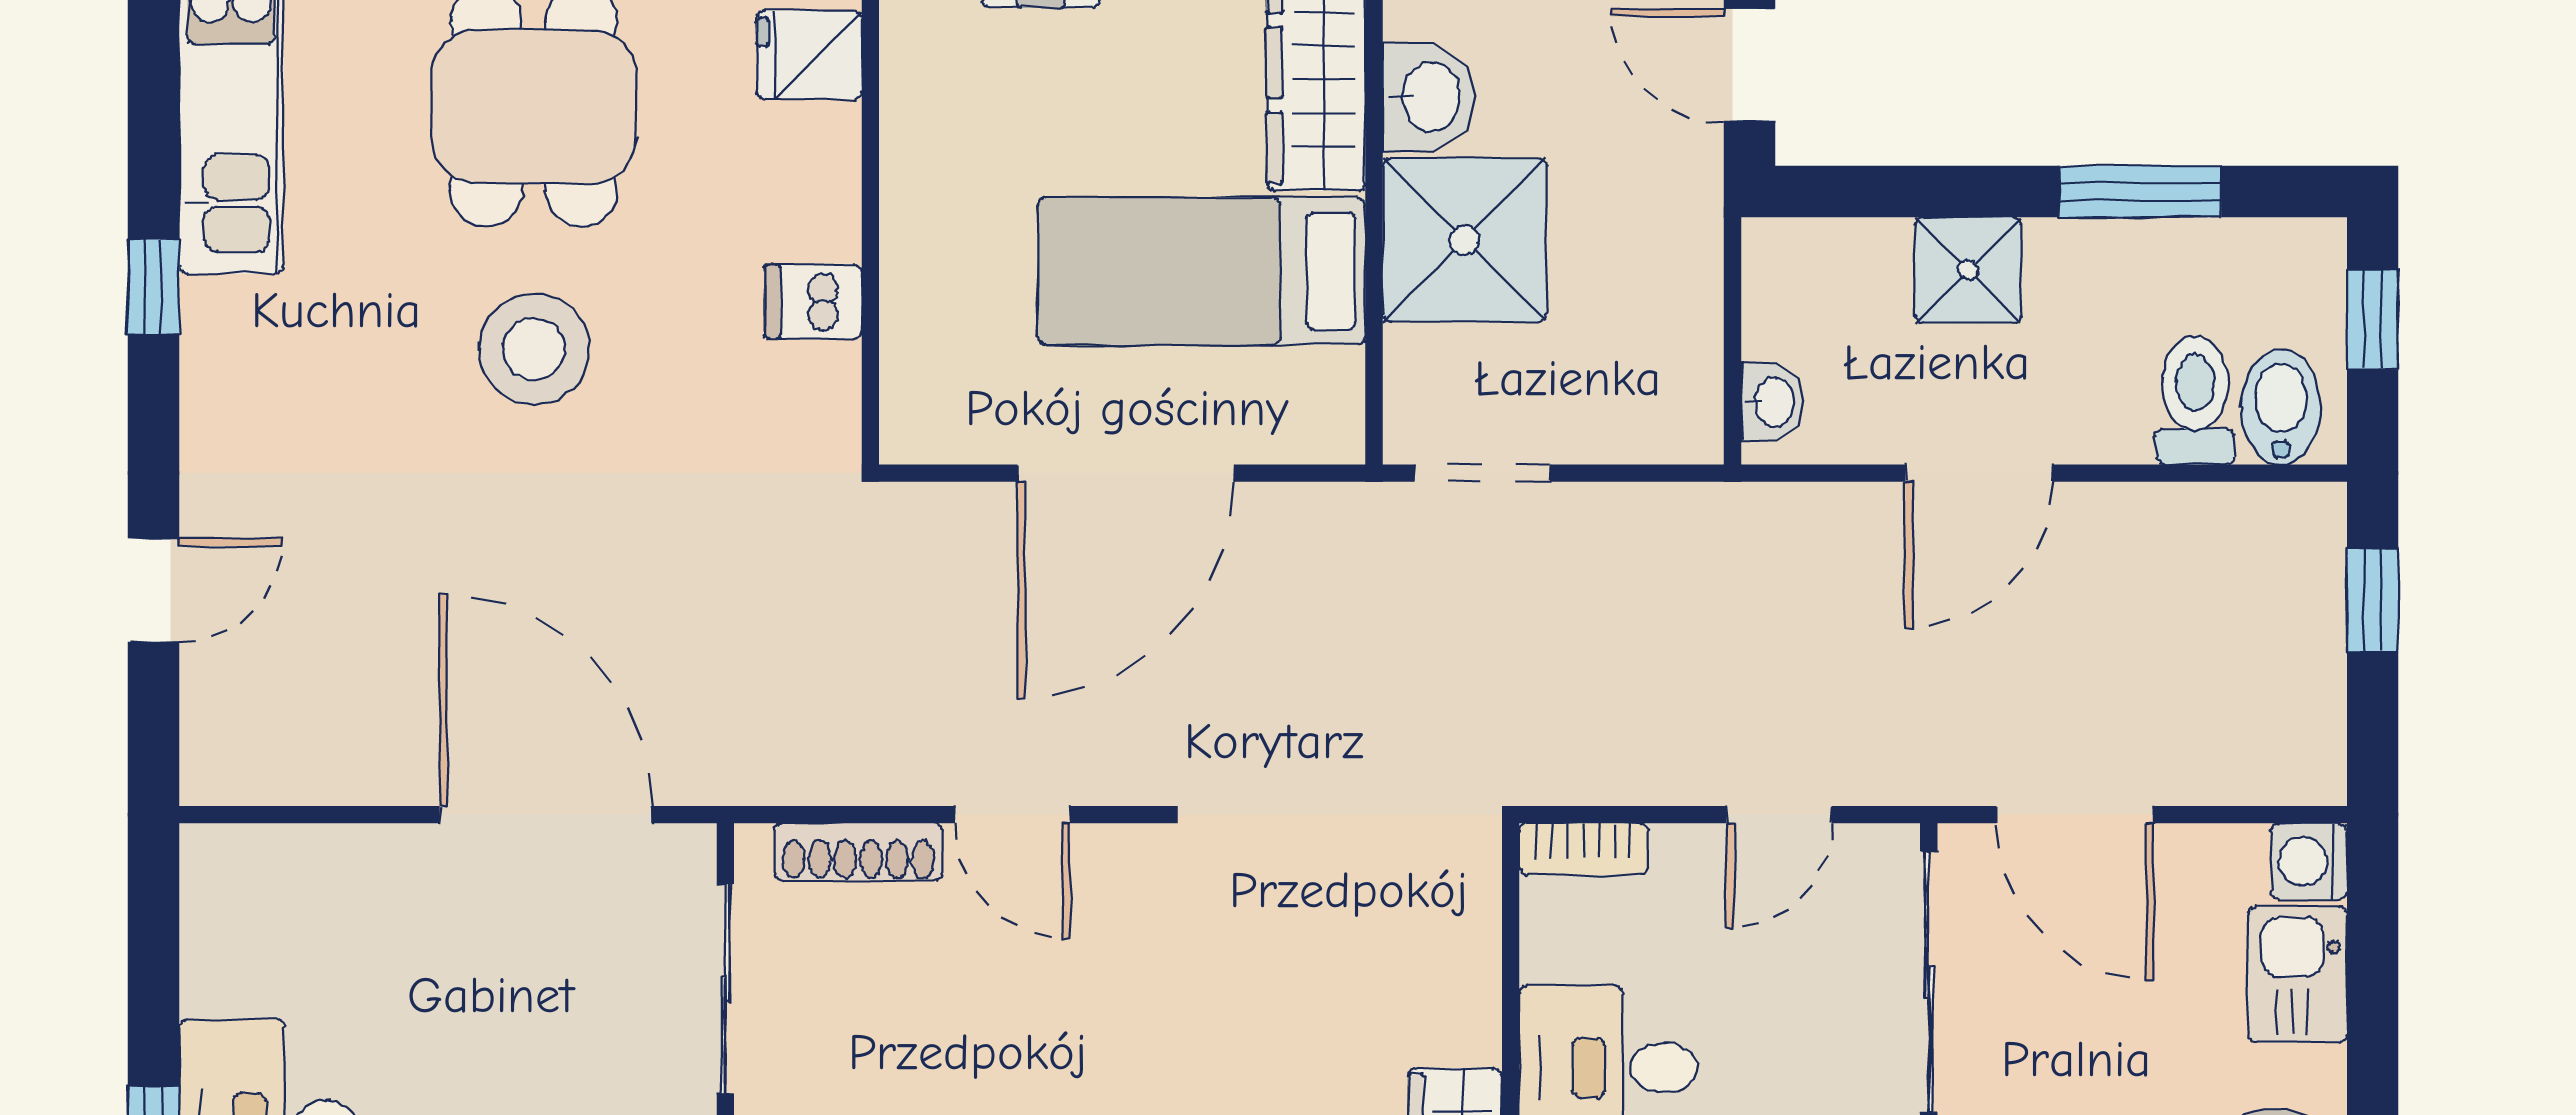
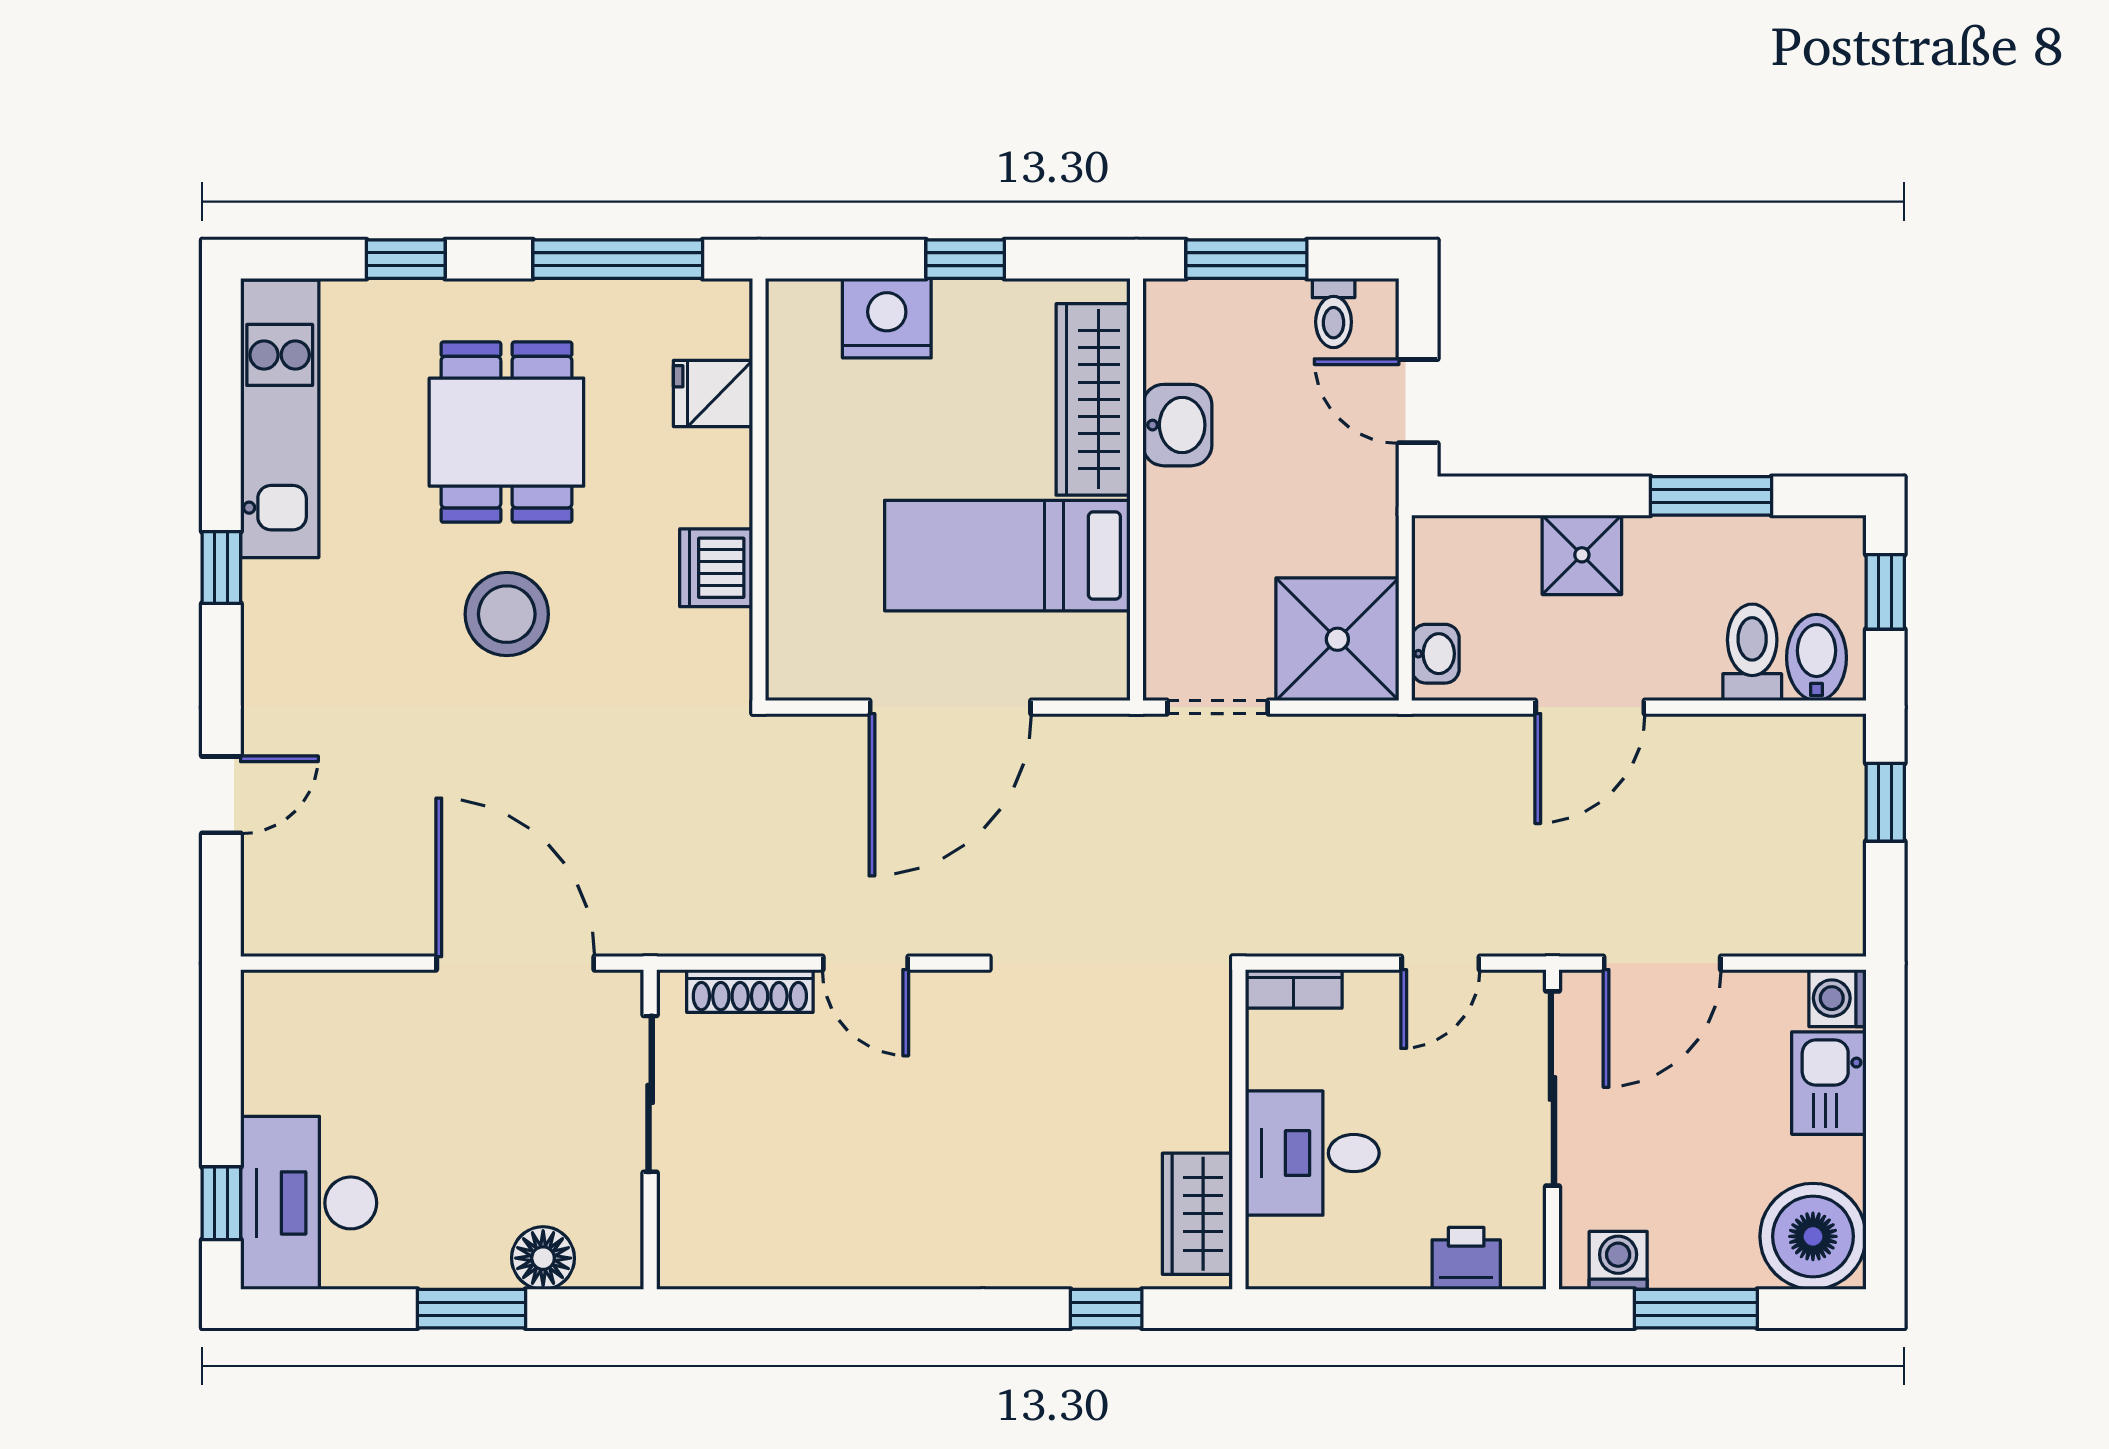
shower: (1465, 240) -> (1337, 639), moved
dishwasher: (813, 301) -> (716, 568), width x1.38
door: (2075, 815) -> (1662, 963), hinge flipped

